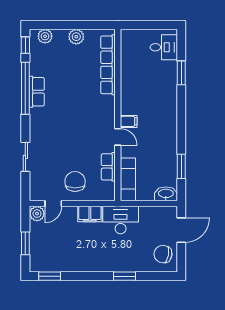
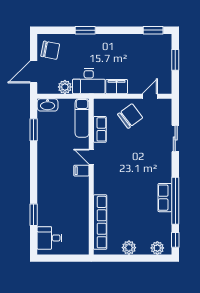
chair: (75, 182) -> (130, 116), turned -127
plant: (37, 214) -> (65, 87), moved

